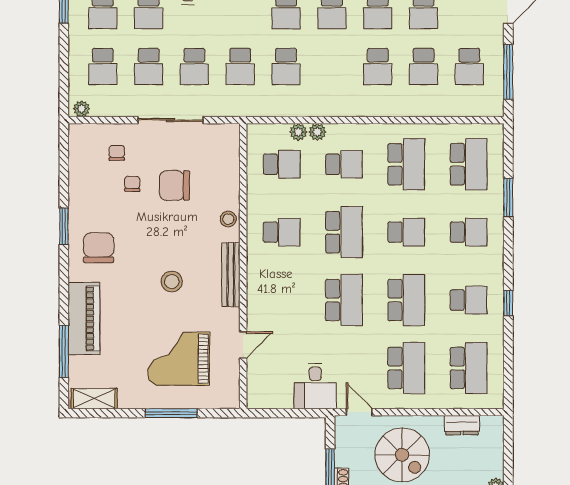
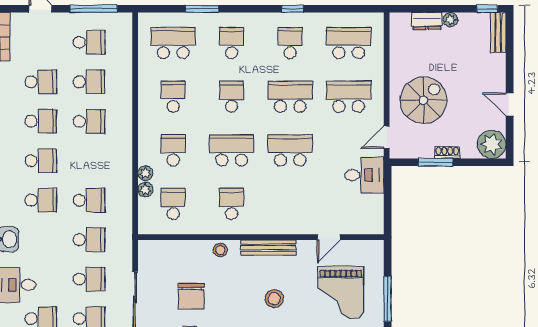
school desk: (406, 164) -> (173, 97), width x0.54
door: (243, 345) -> (329, 237), swing flipped
dresser: (462, 425) -> (427, 21), moved, turned 90

